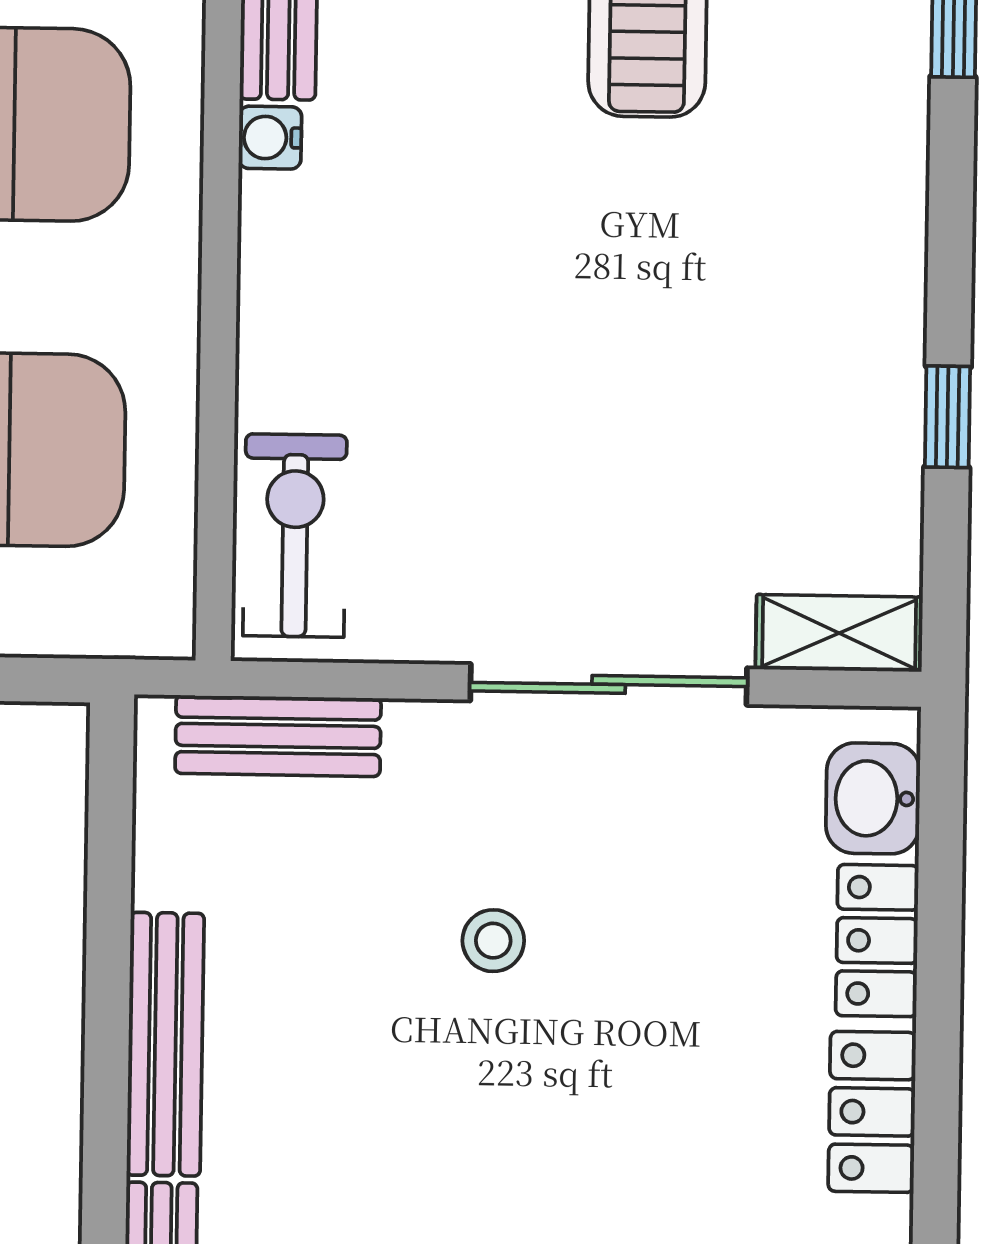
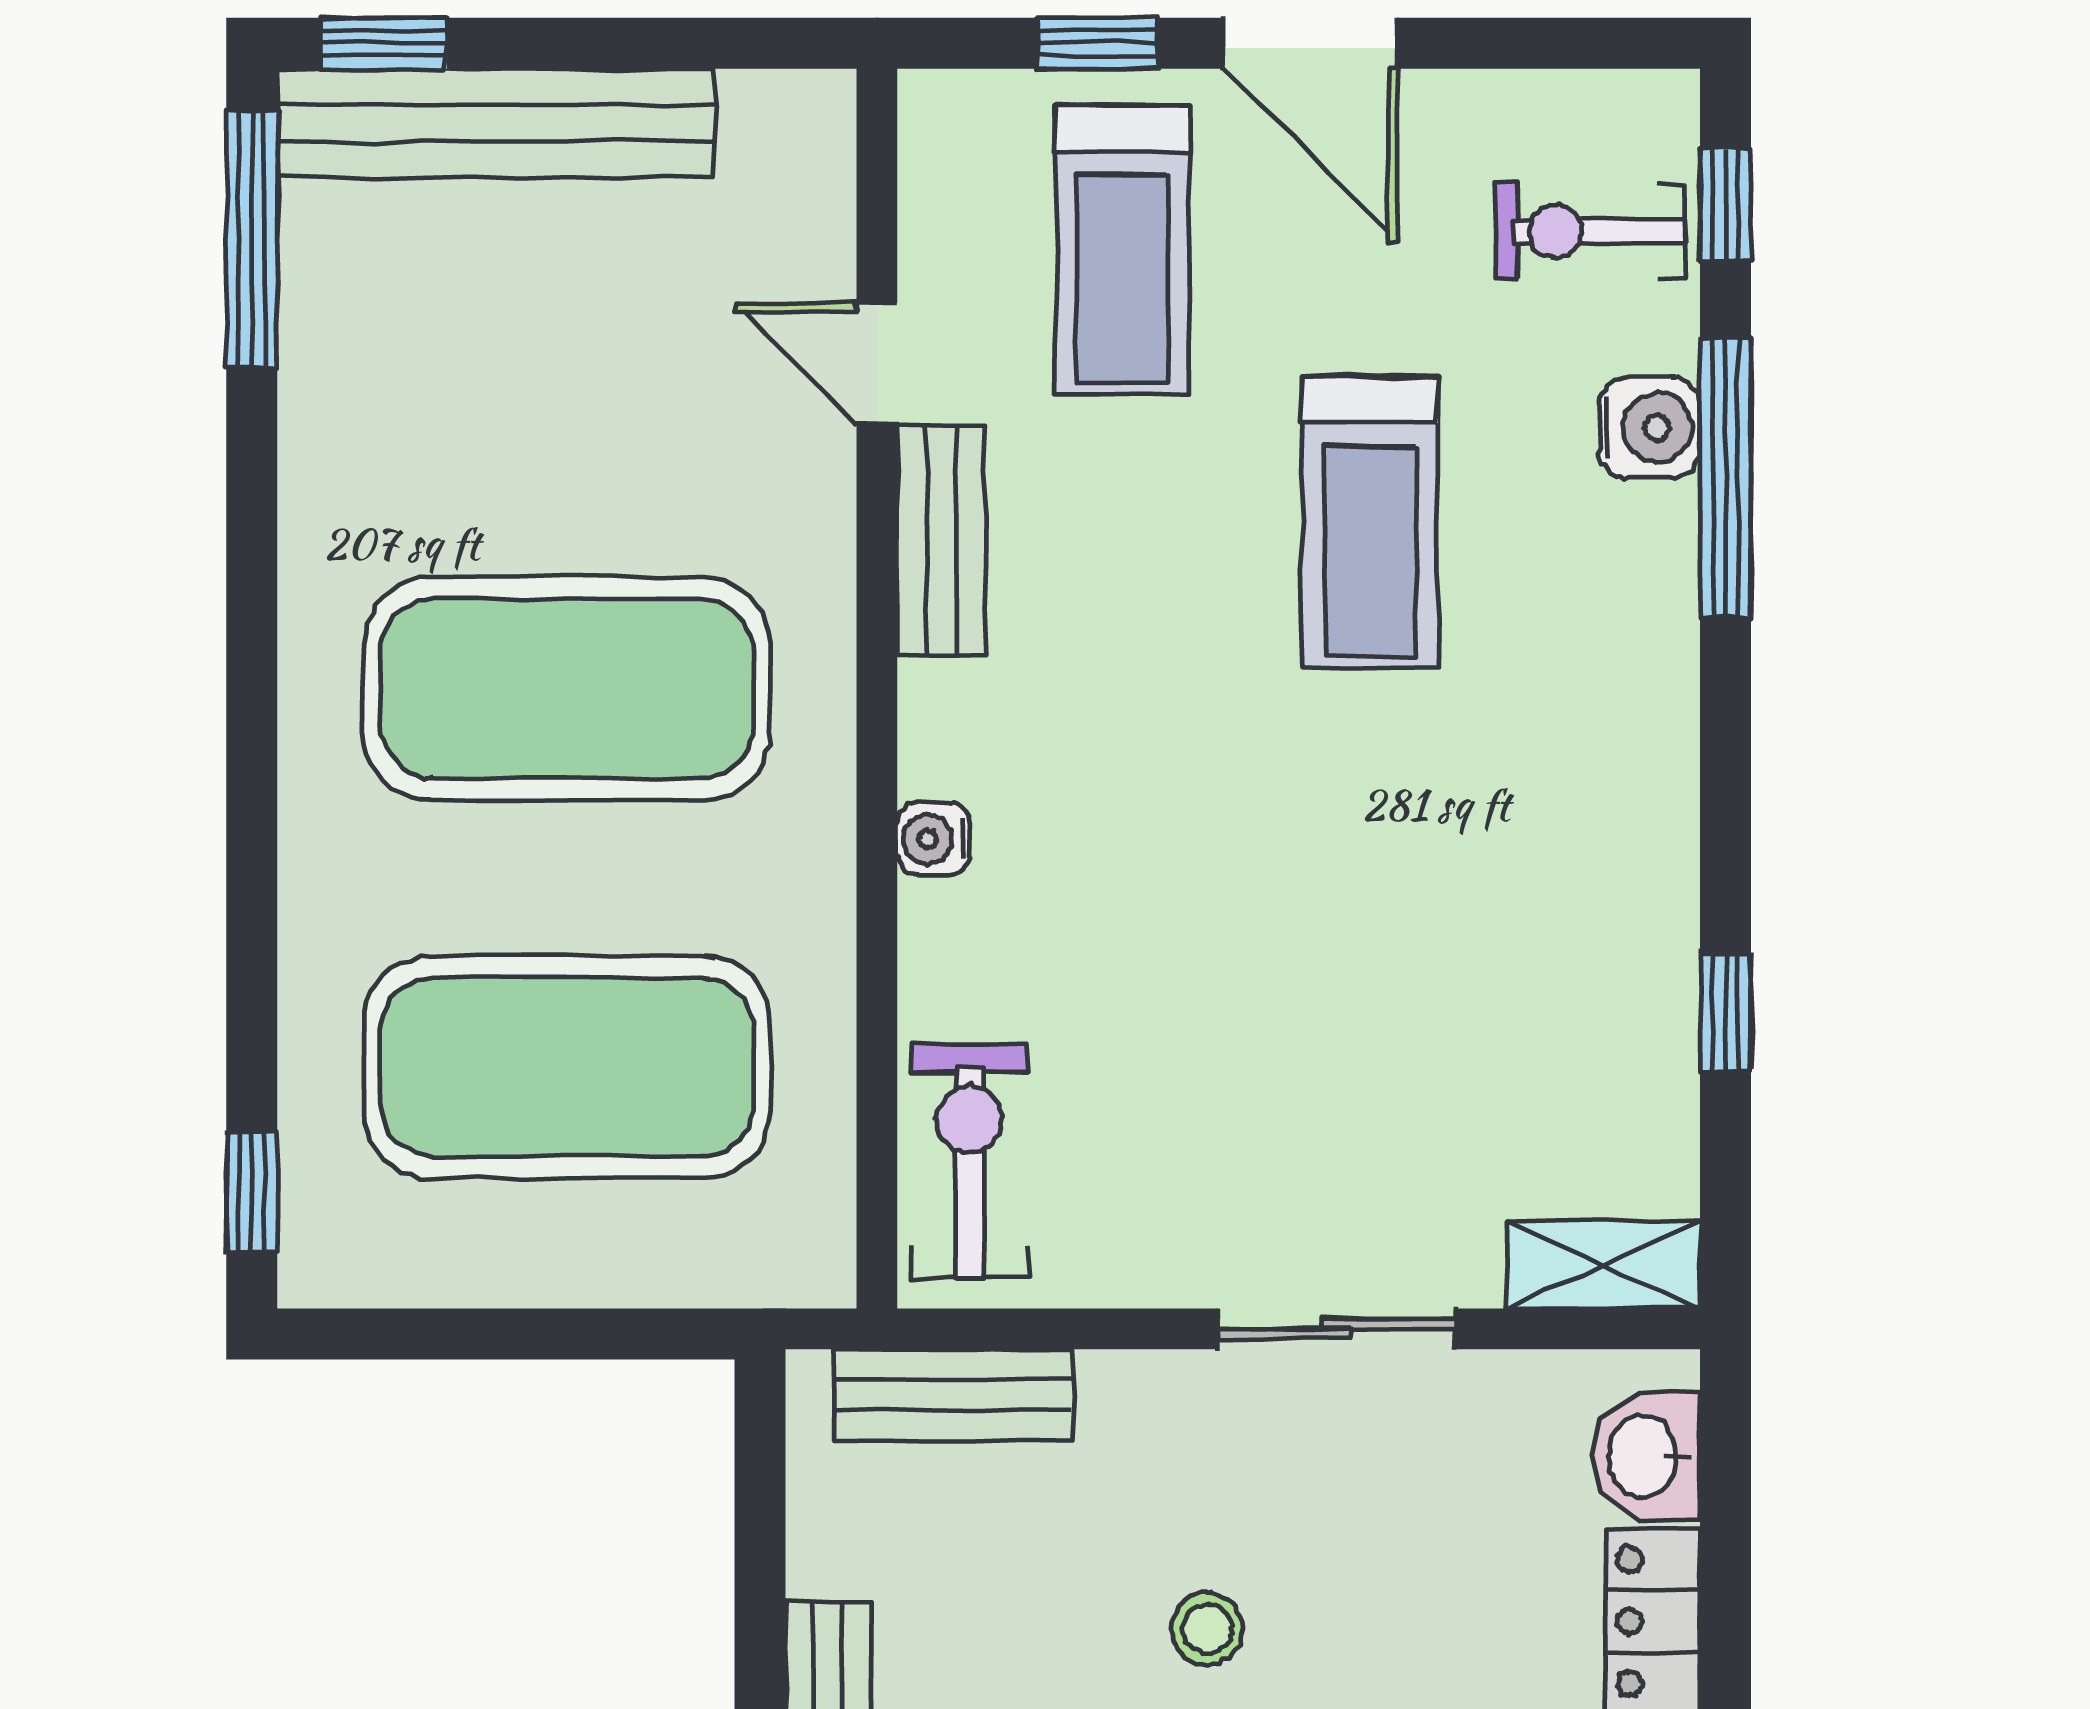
water cooler: (270, 138) -> (933, 839), moved
sliding door: (609, 684) -> (1337, 1329), width x0.73

